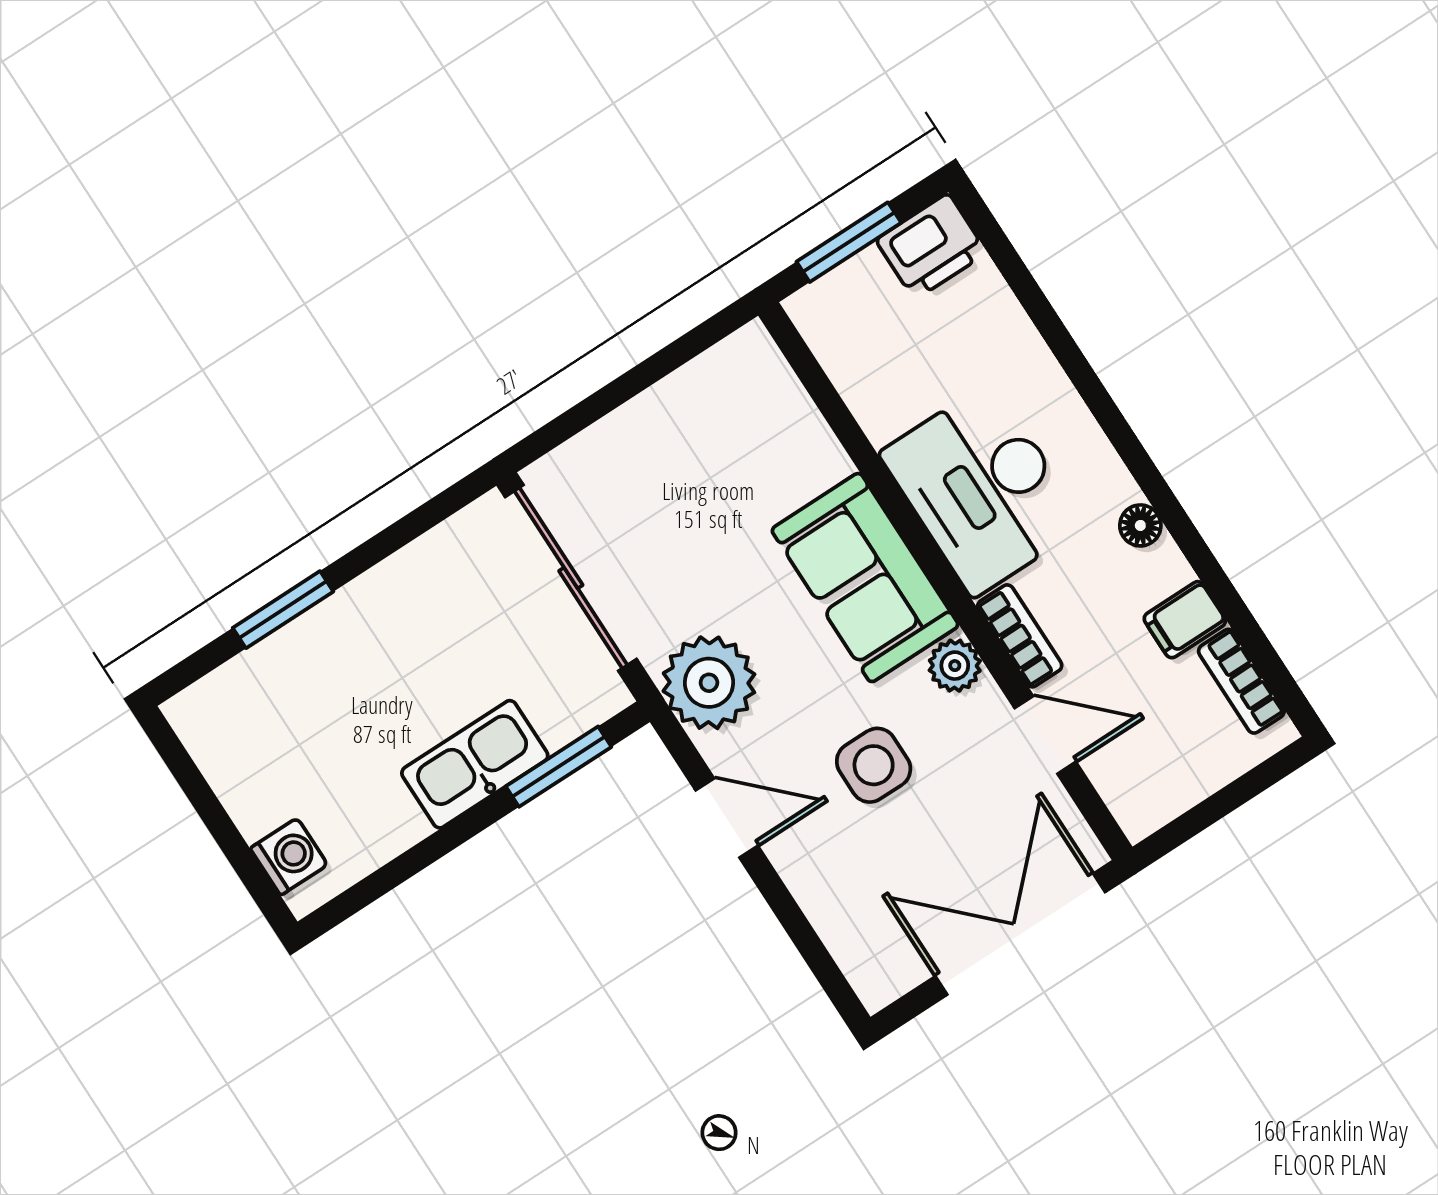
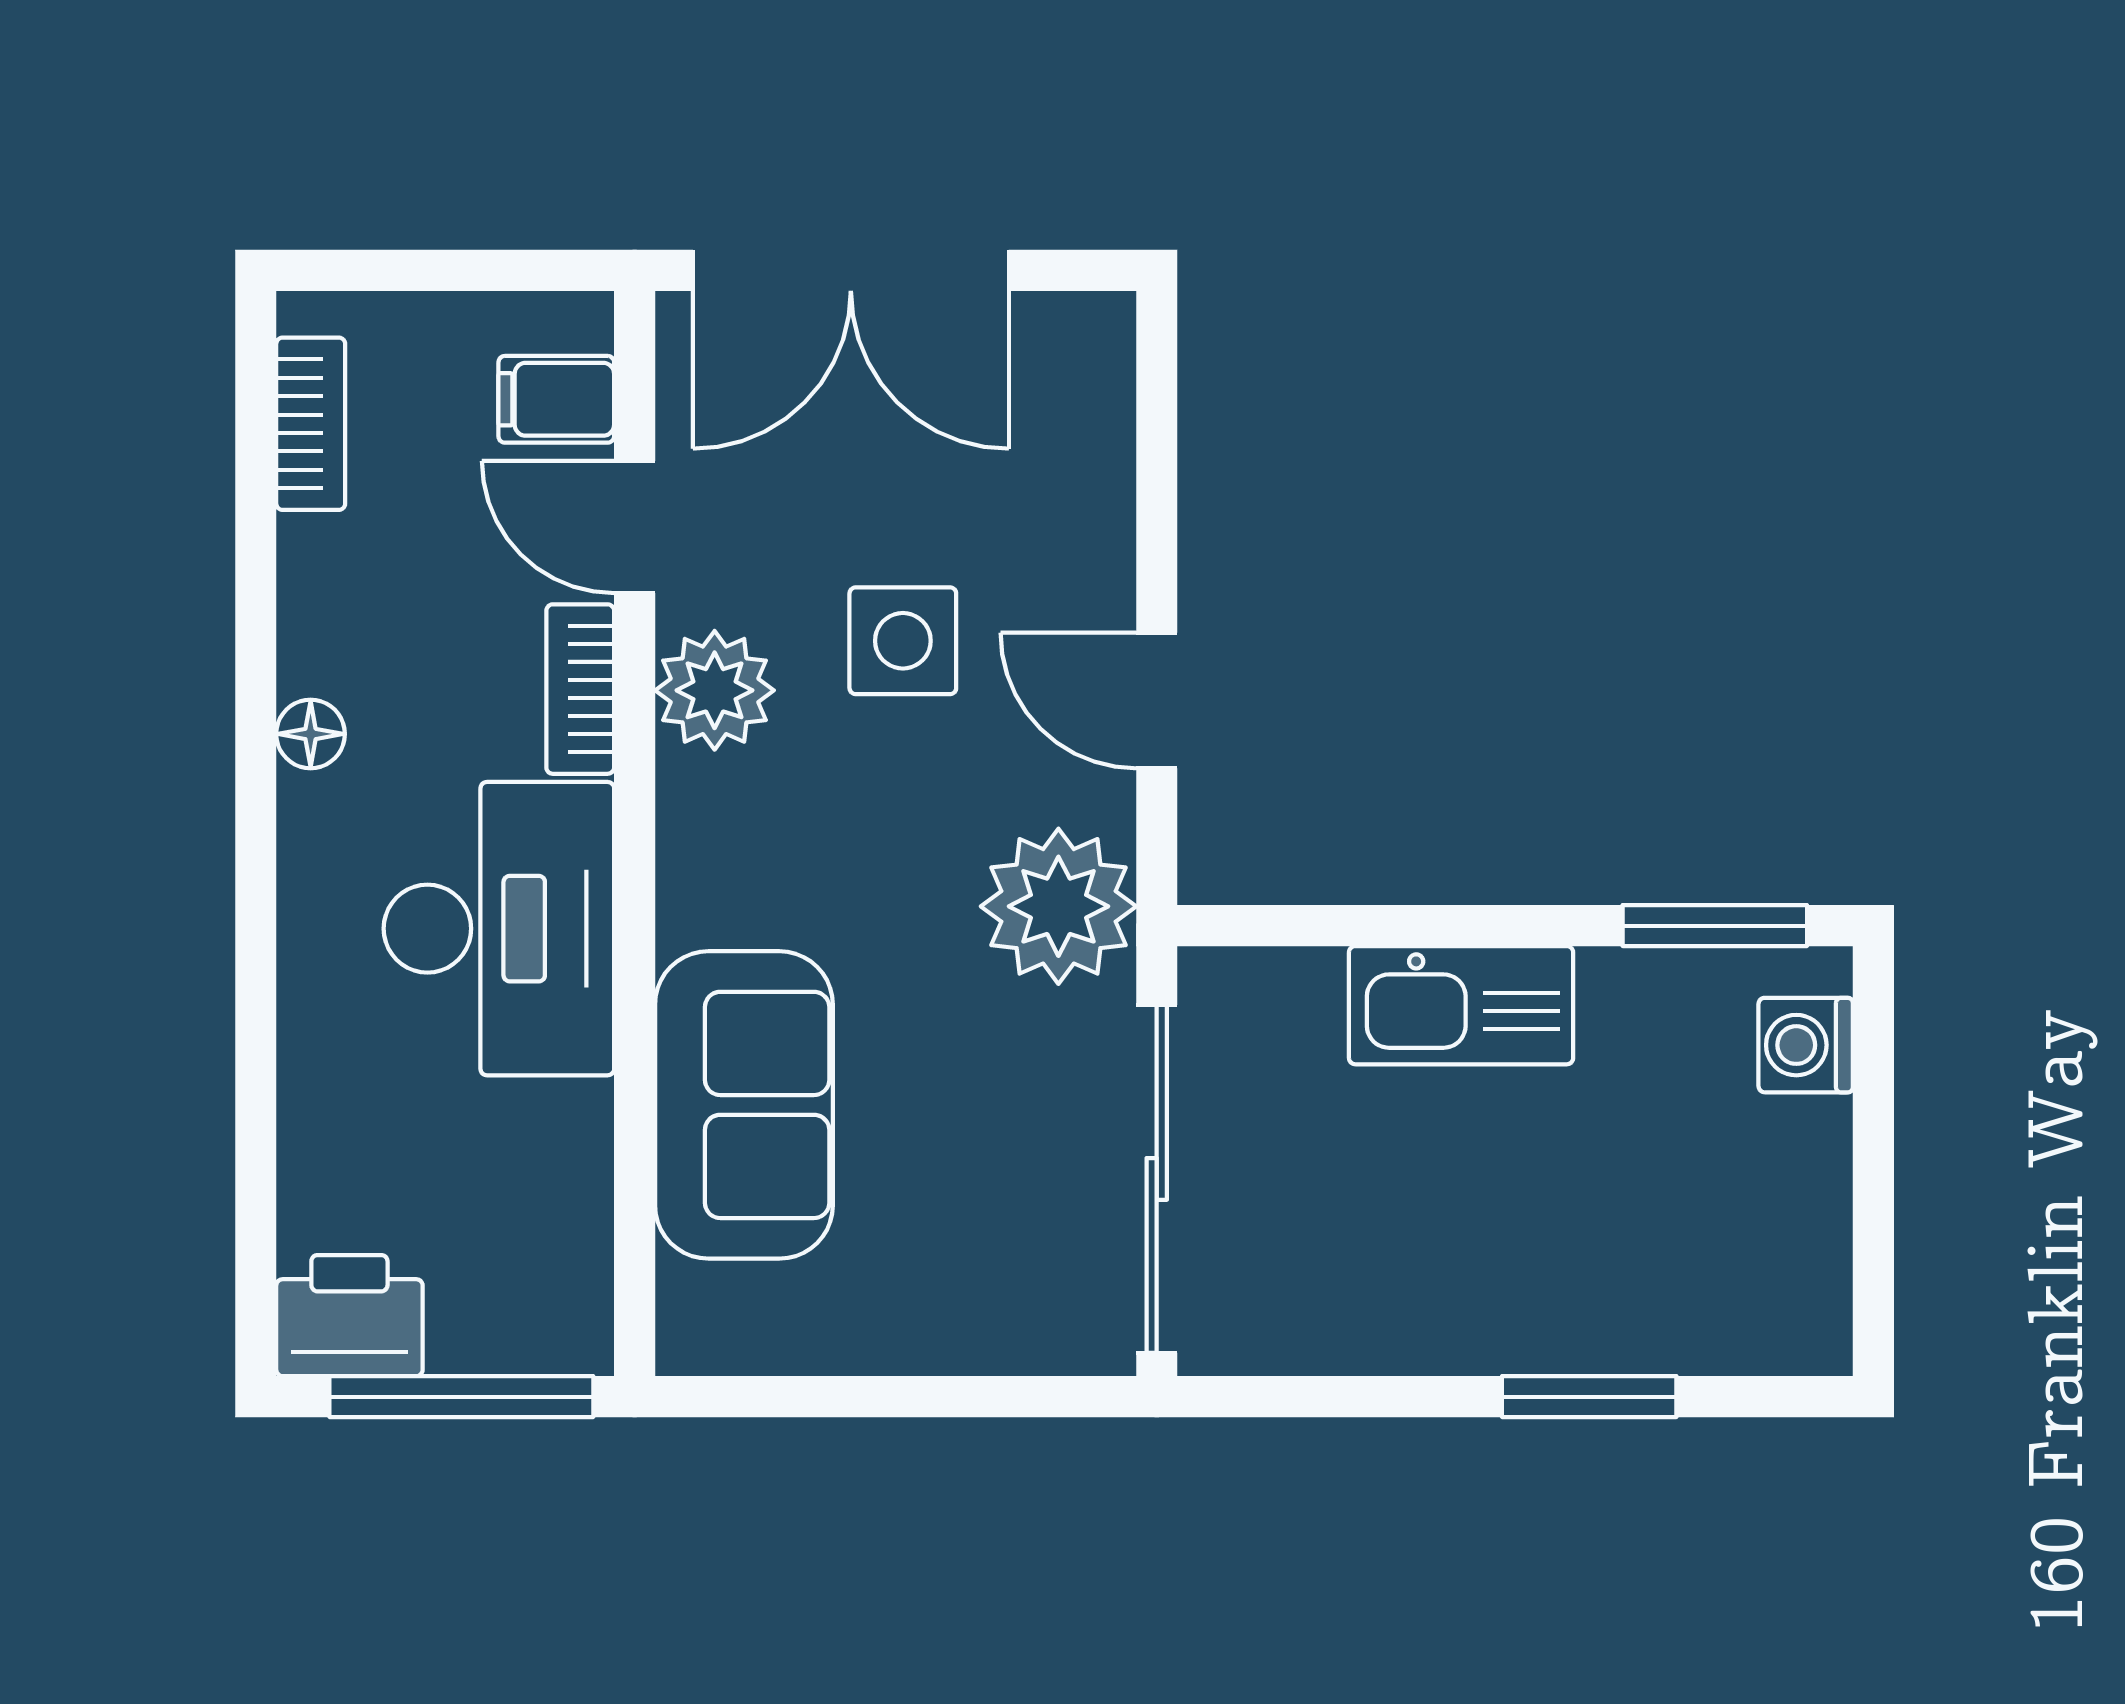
window: (849, 242) -> (461, 1397), width x1.44
sofa: (865, 578) -> (744, 1105), moved
filing cabinet: (1185, 620) -> (556, 399), moved, turned 180
plant: (955, 666) -> (715, 690), width x1.38, depth x1.38
window: (559, 767) -> (1715, 926), moved

